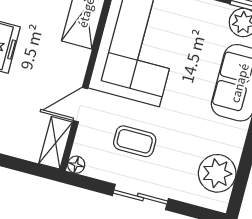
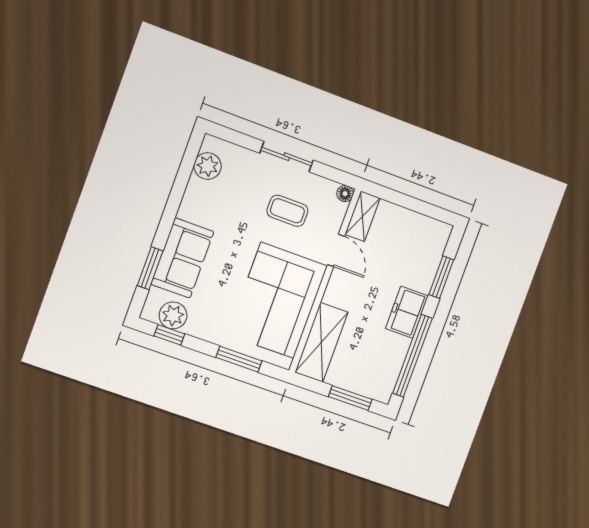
door: (80, 105) -> (336, 250), hinge flipped
plant: (217, 173) -> (208, 166), width x0.73, depth x0.73

